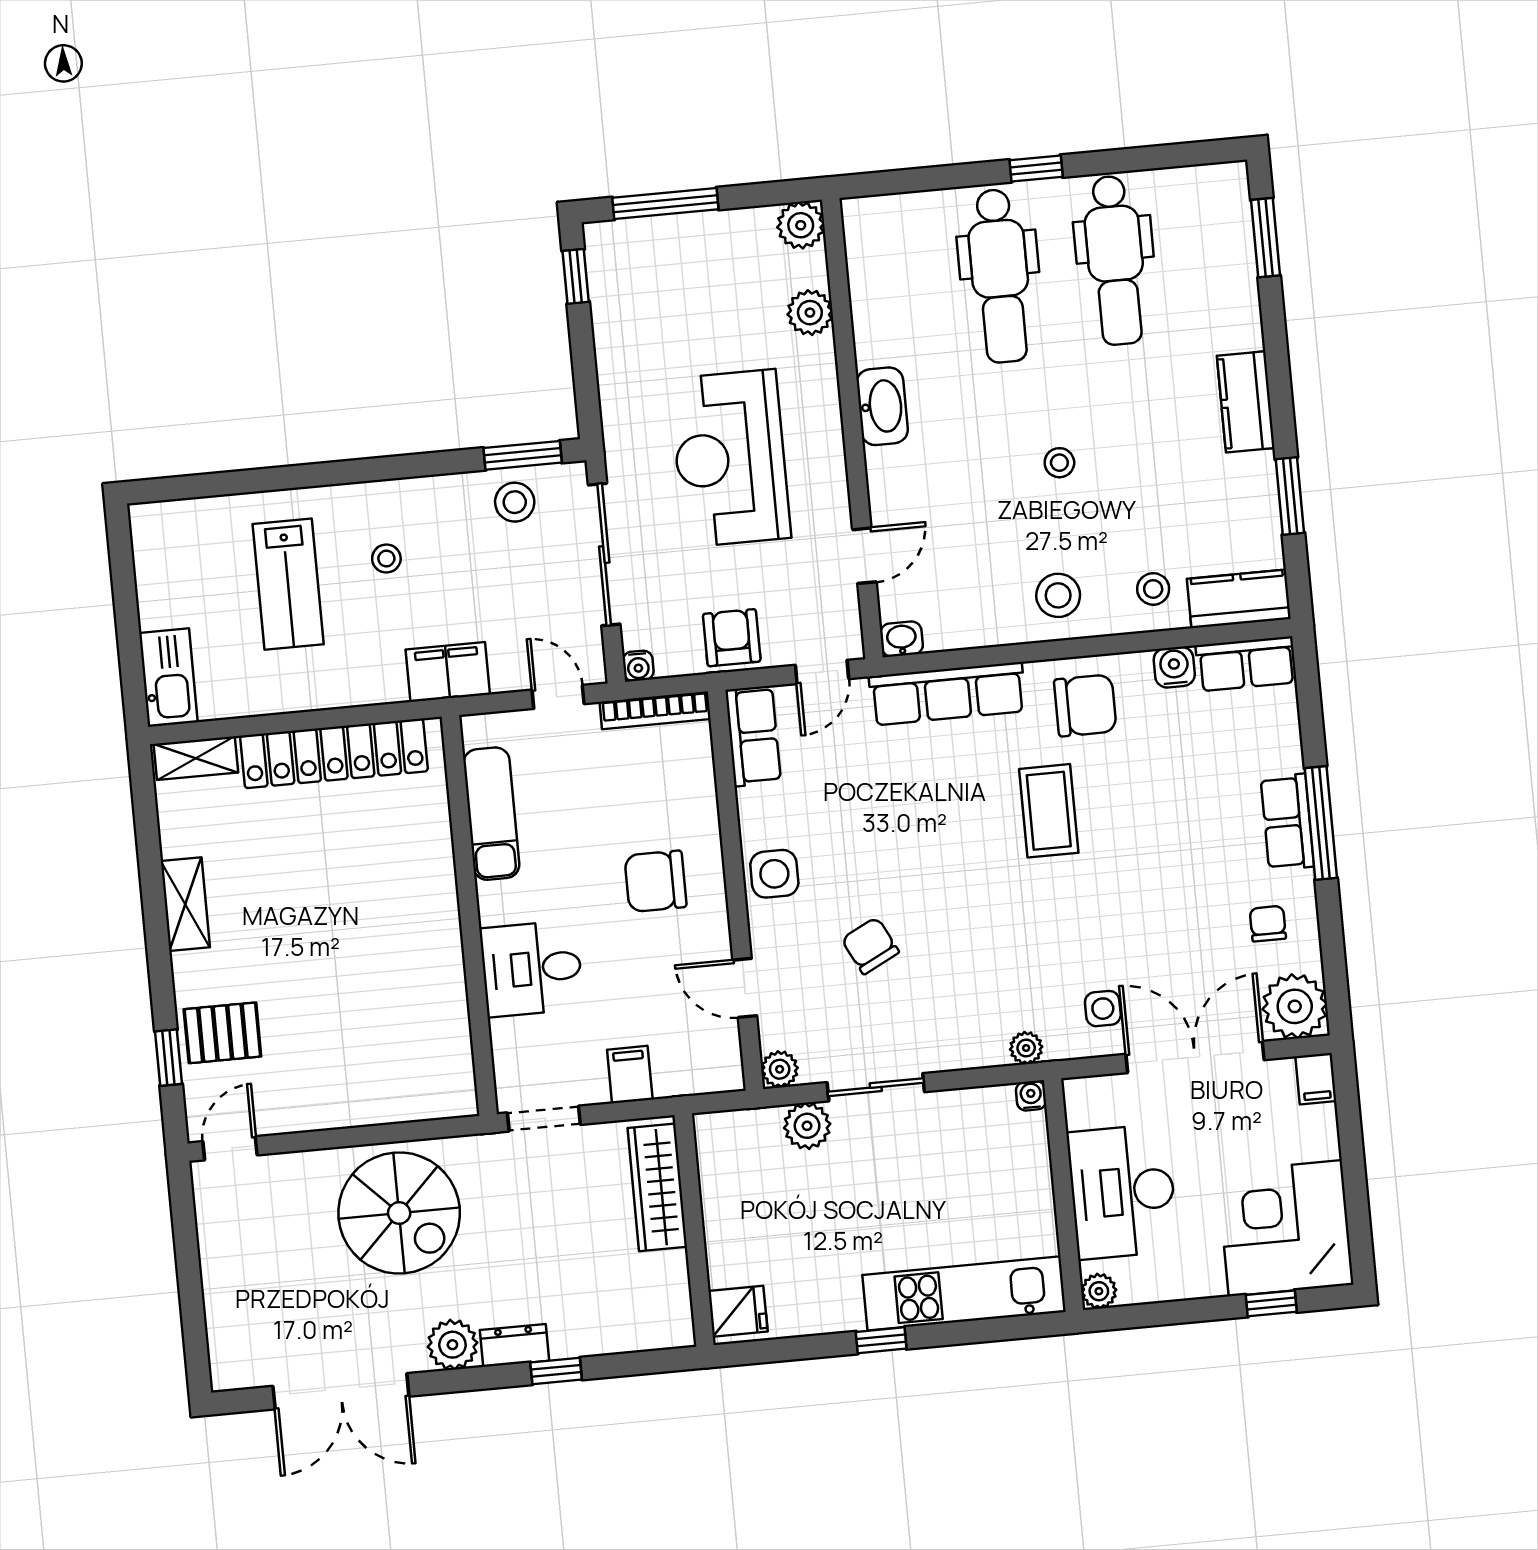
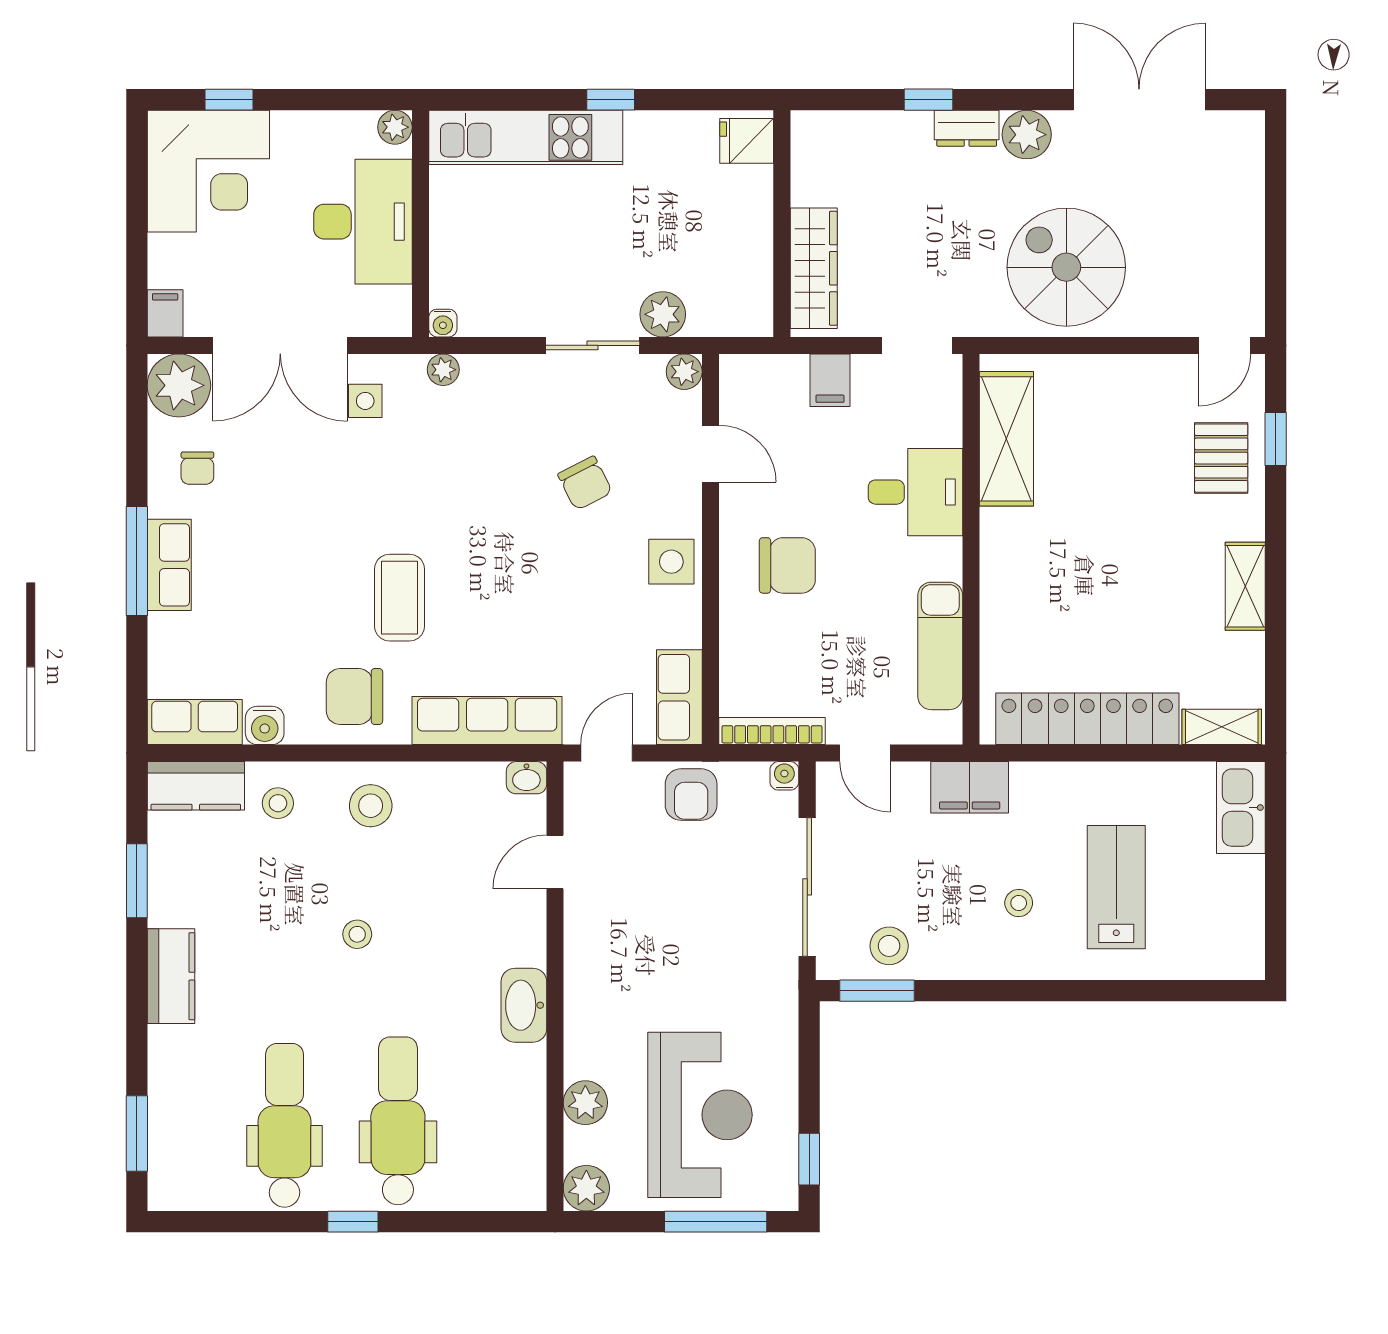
reception desk: (730, 458) -> (700, 1115), moved
shelving: (444, 1032) -> (1006, 439), added
pallet: (222, 1033) -> (1221, 458), turned 90

